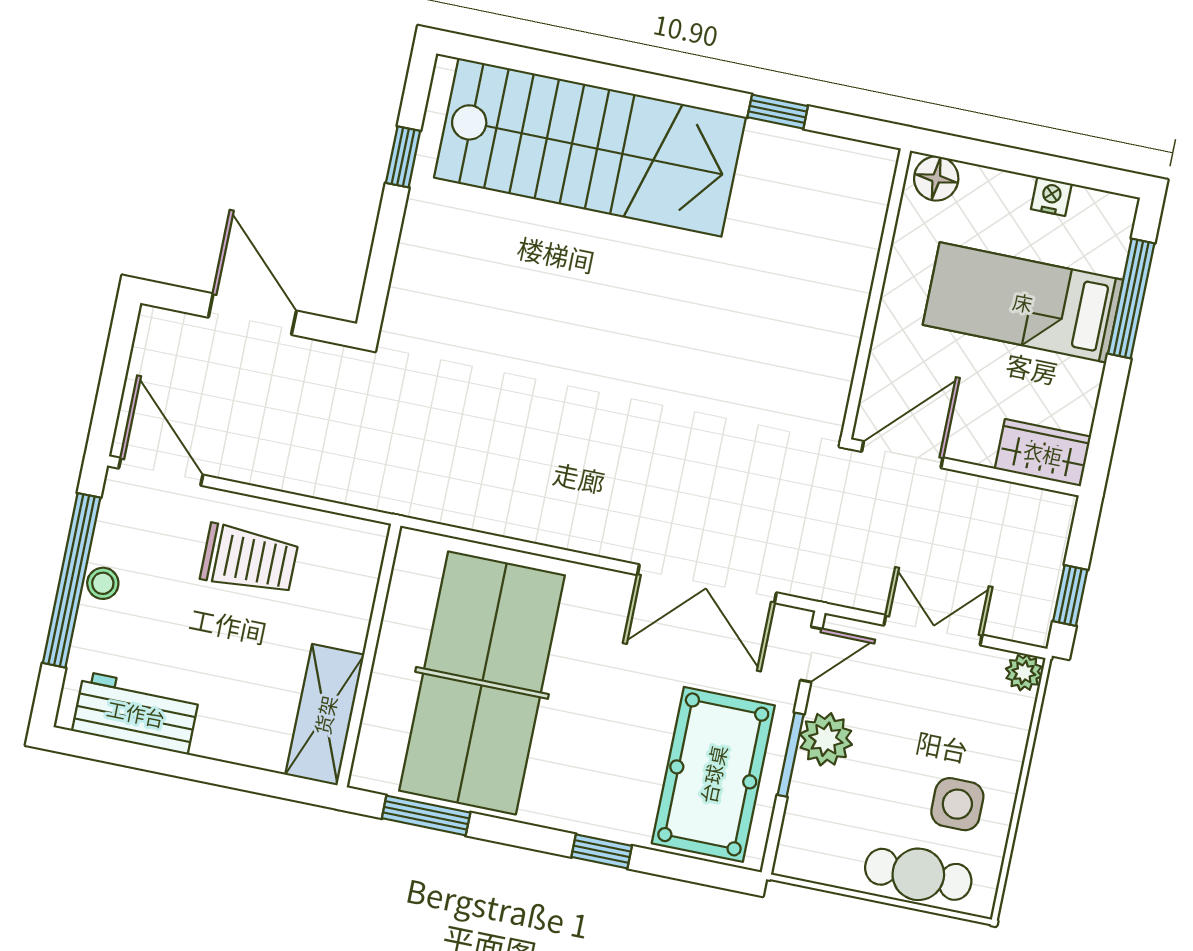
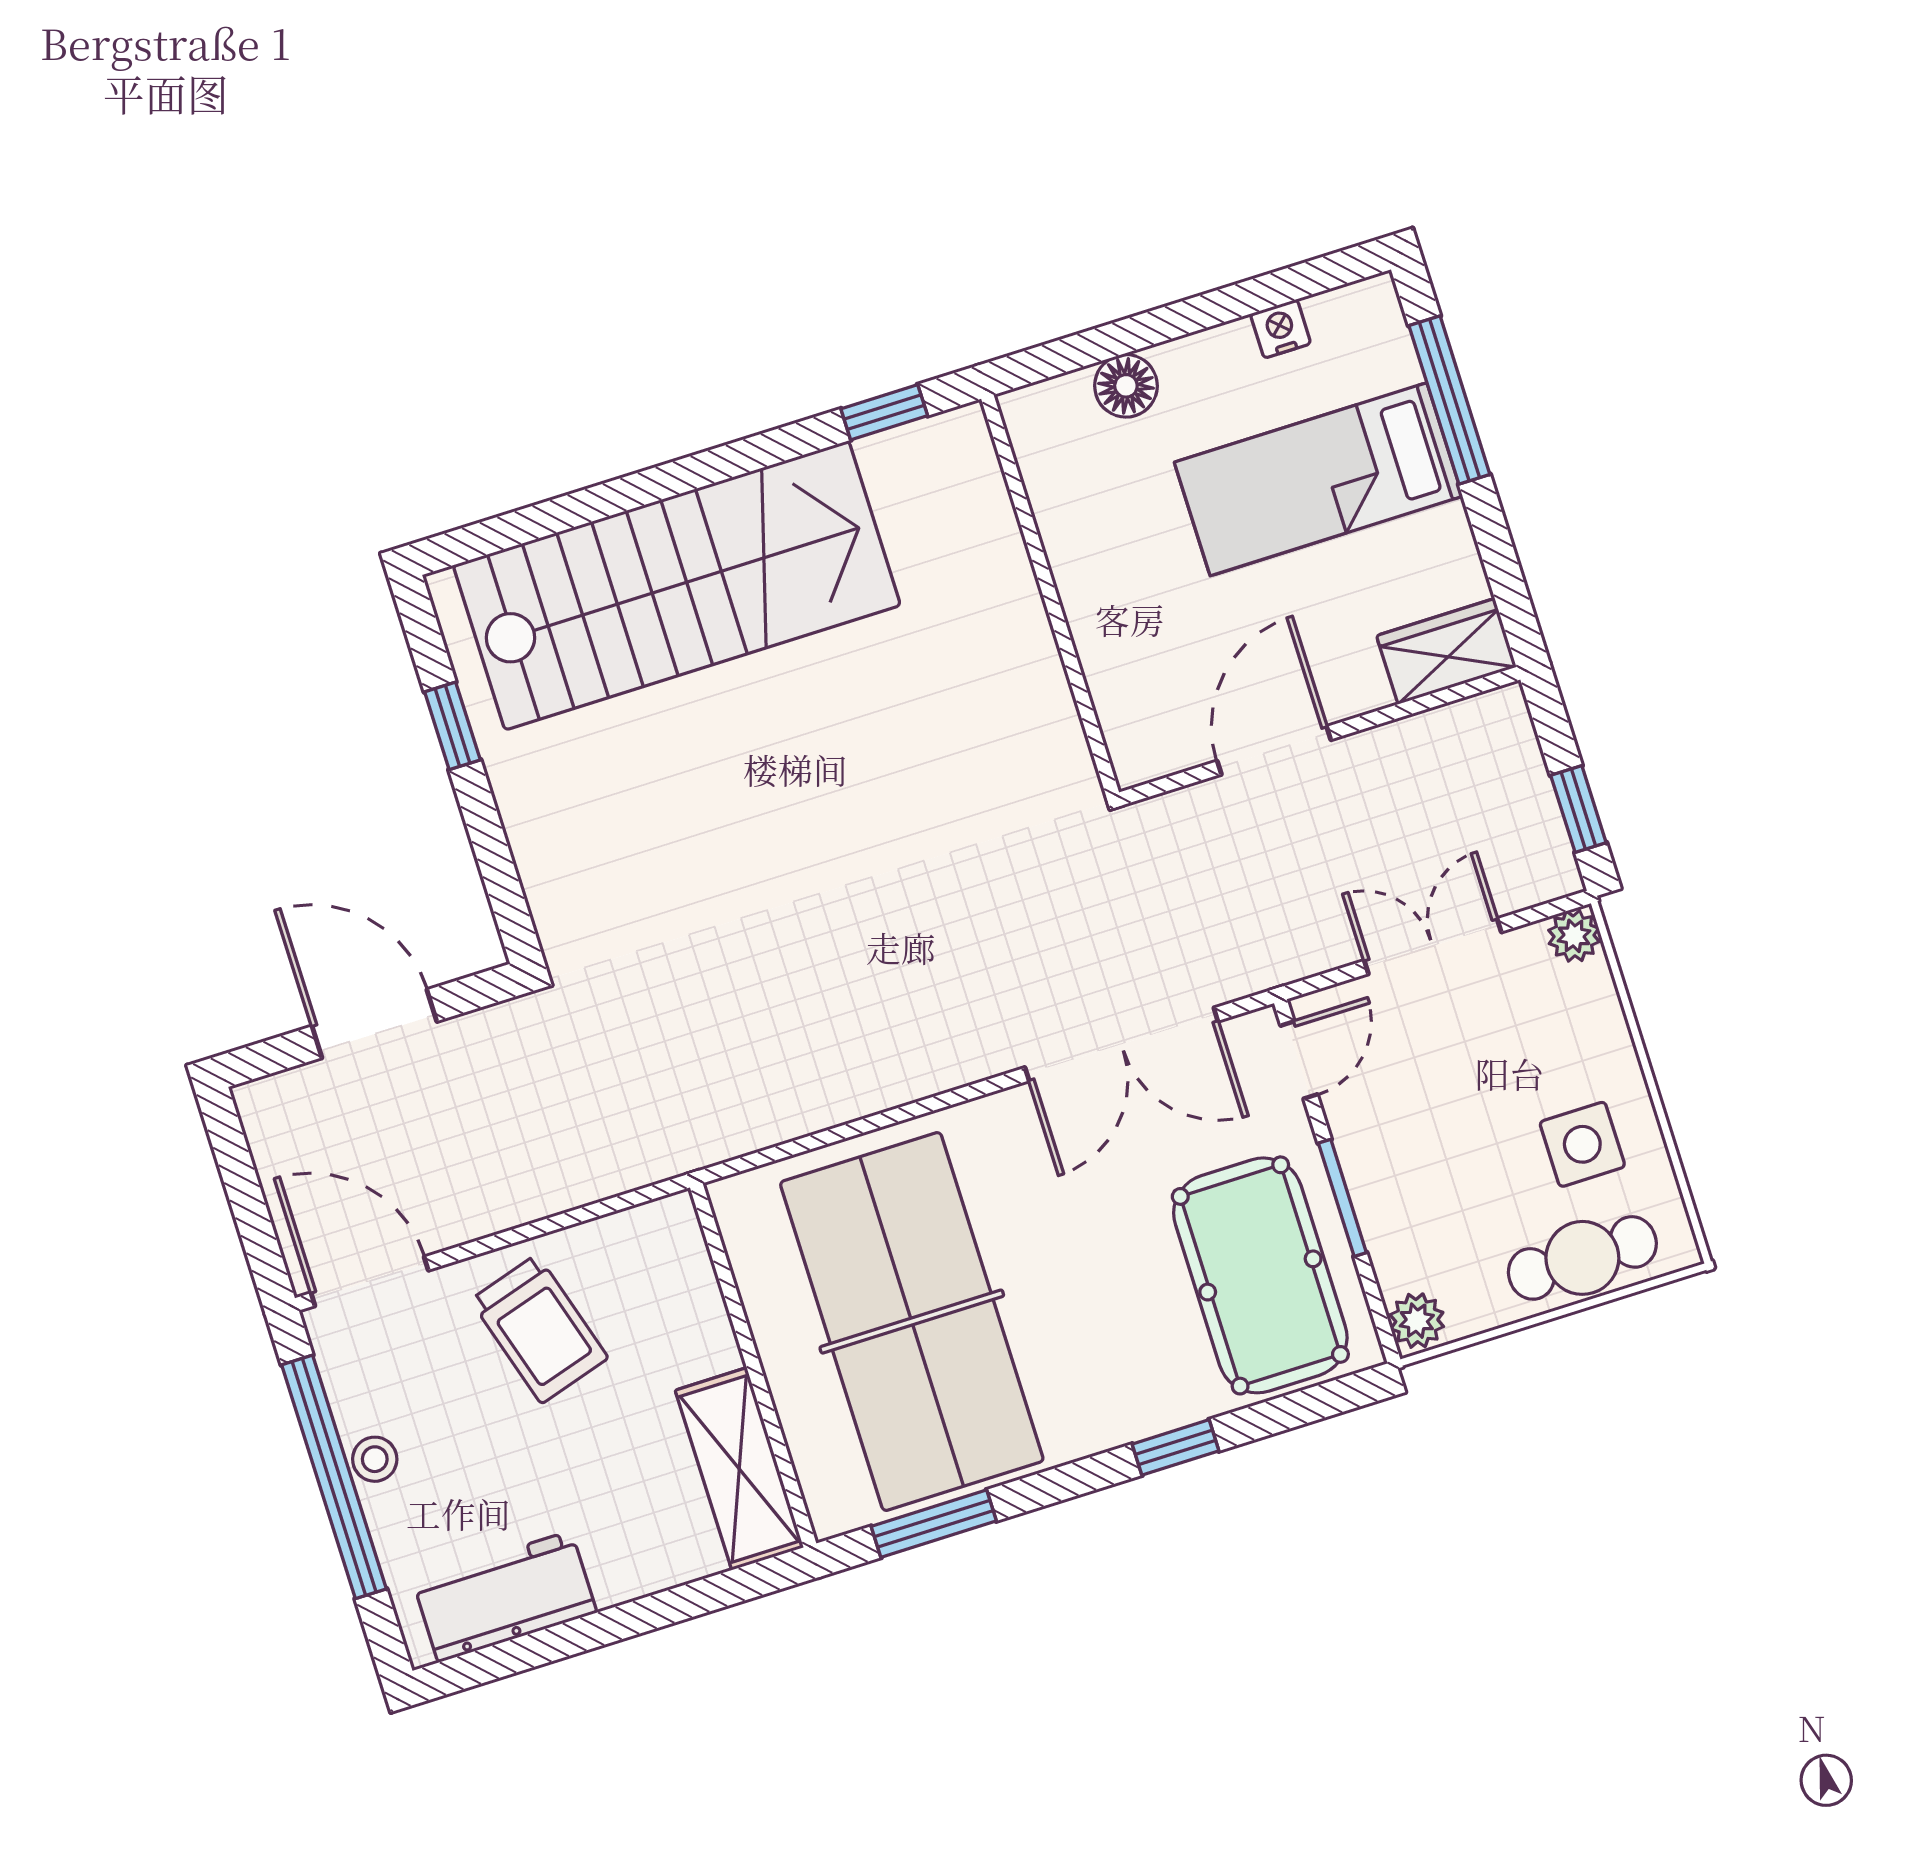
wall: (876, 294) -> (1050, 596), moved
trolley: (249, 559) -> (539, 1329), turned 73
plant: (826, 739) -> (1417, 1321), moved, width x0.73, depth x0.73

